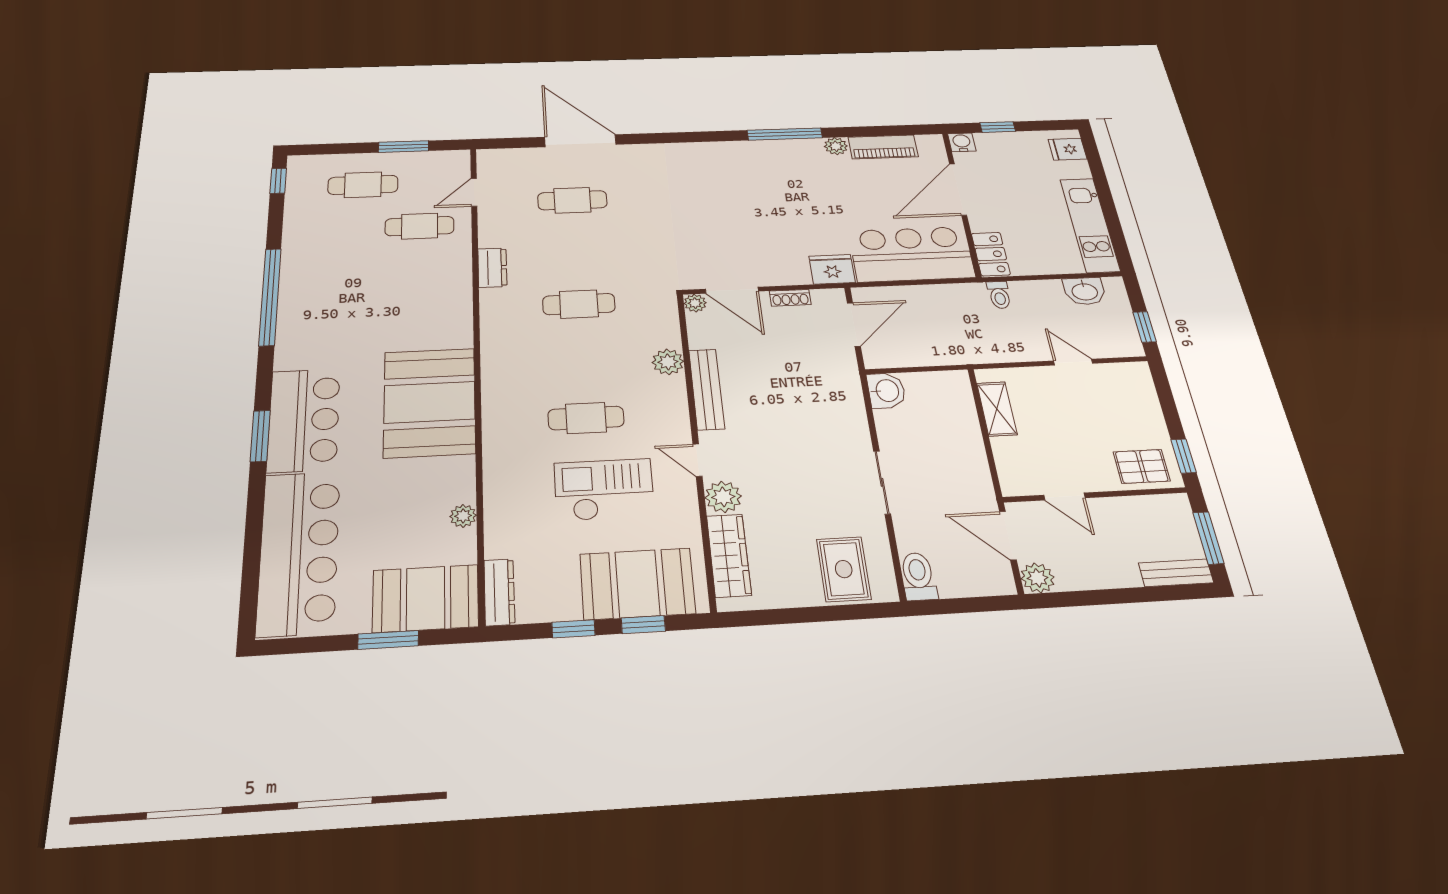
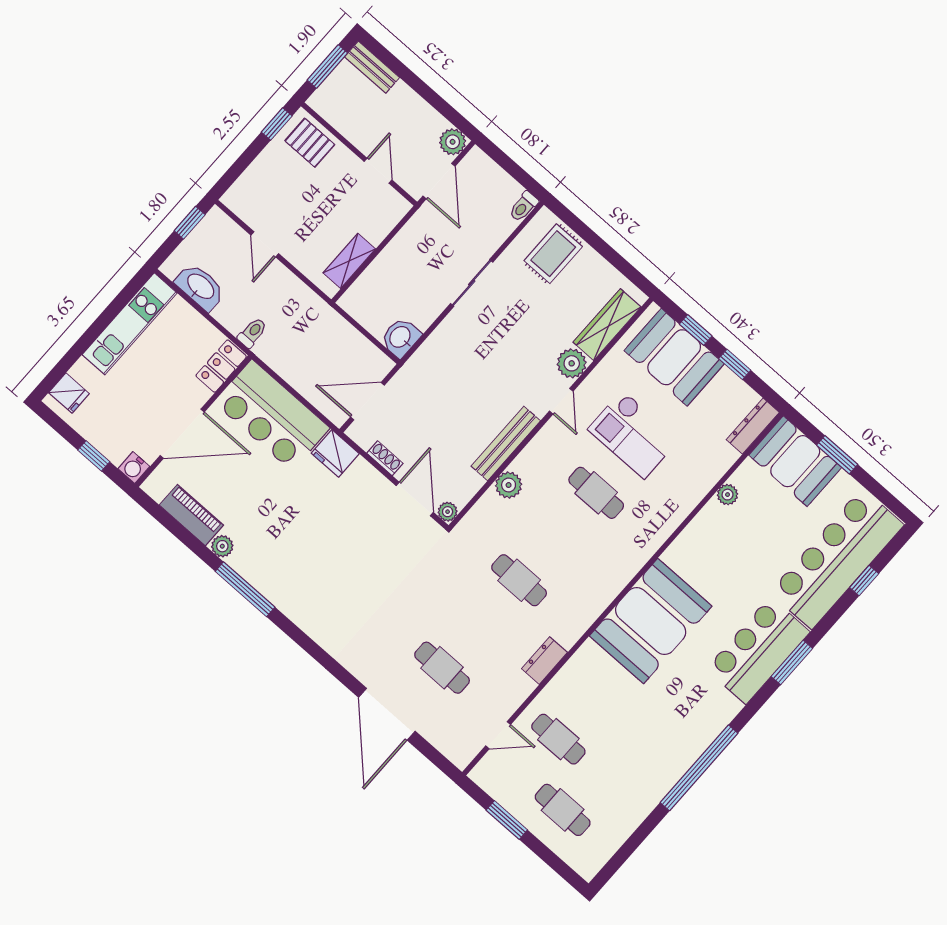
window: (278, 181) -> (864, 580), moved
washbasin: (1084, 291) -> (200, 287), width x1.38
booth: (430, 402) -> (651, 621), moved
toilet: (918, 576) -> (524, 206), width x0.73, depth x0.72

